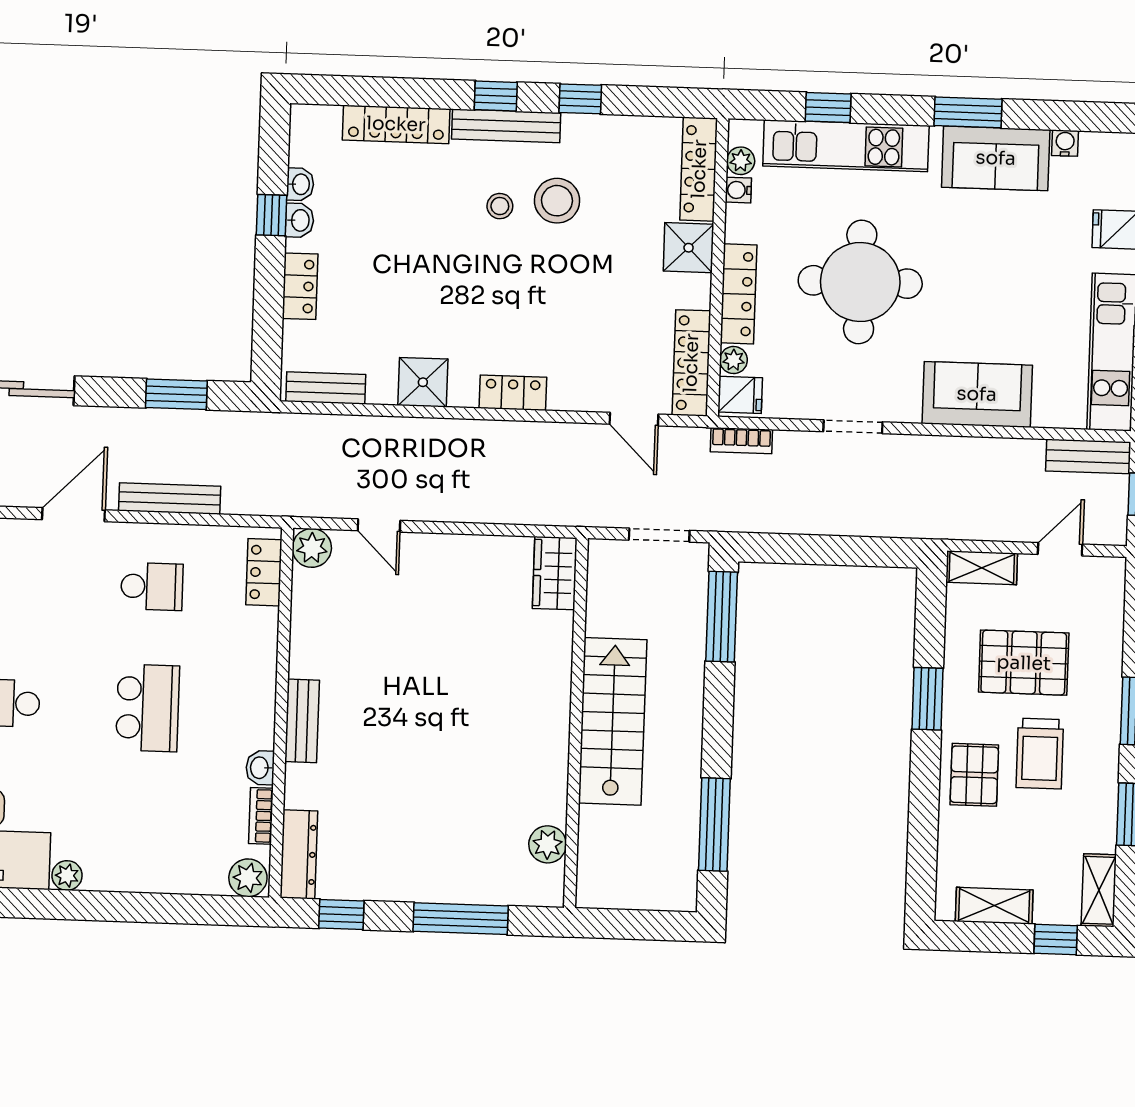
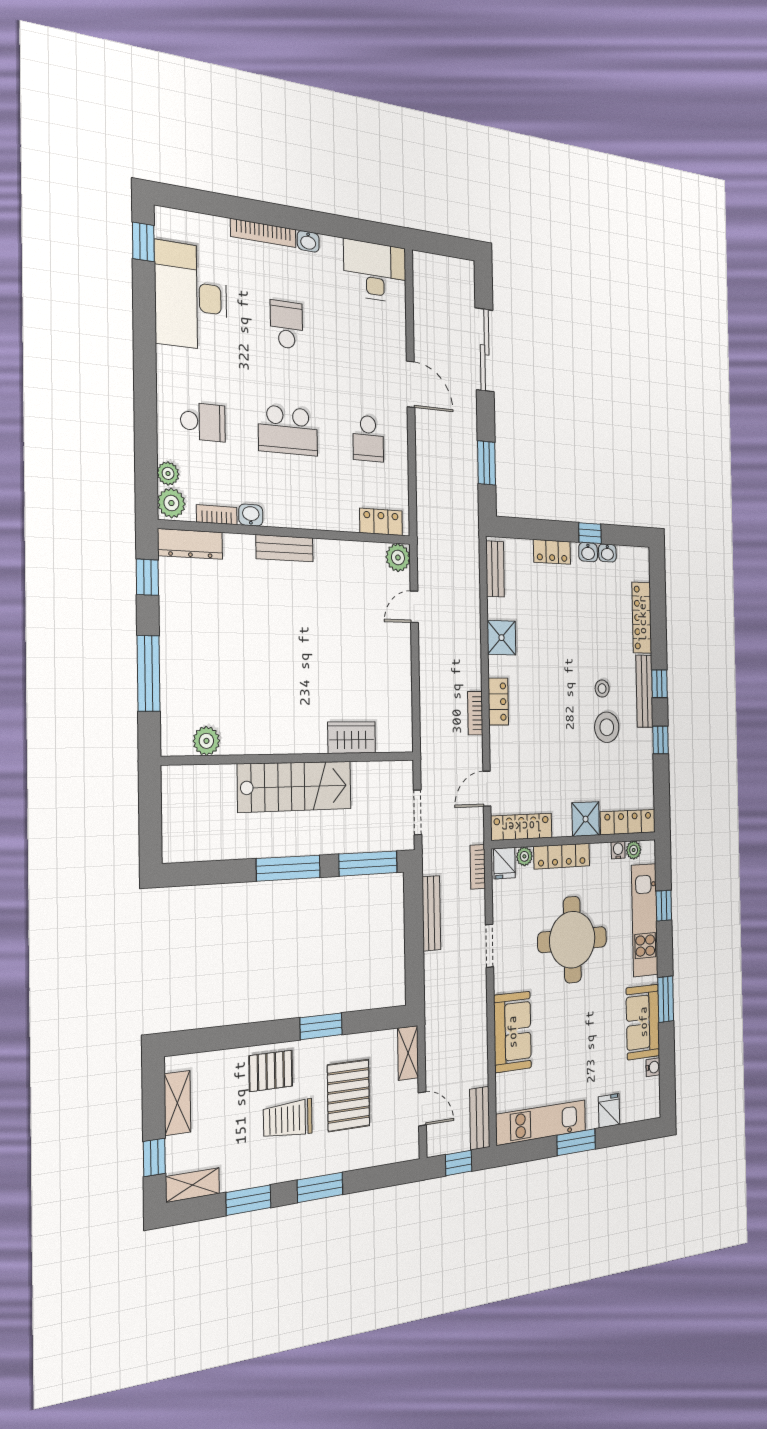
bookcase: (528, 433) -> (475, 713), added
bench: (170, 499) -> (431, 913), moved
wardrobe: (555, 573) -> (352, 737), moved
window: (714, 824) -> (288, 868), moved
school desk: (143, 829) -> (203, 422), added
plant: (67, 875) -> (168, 473), moved

